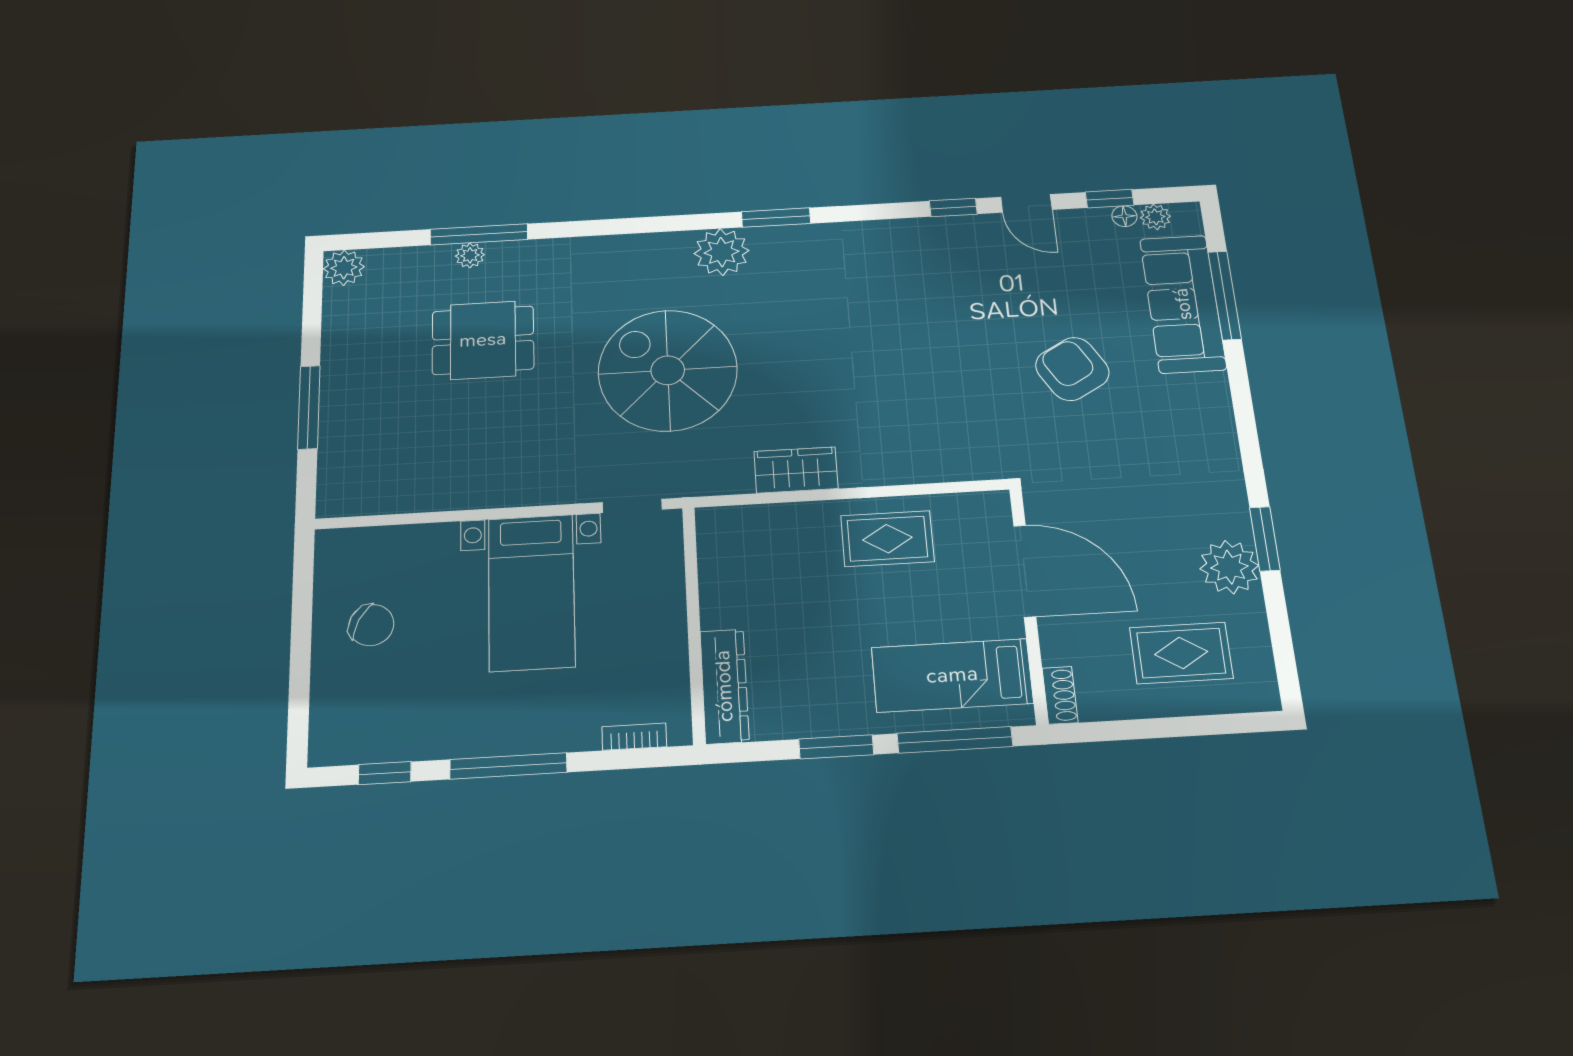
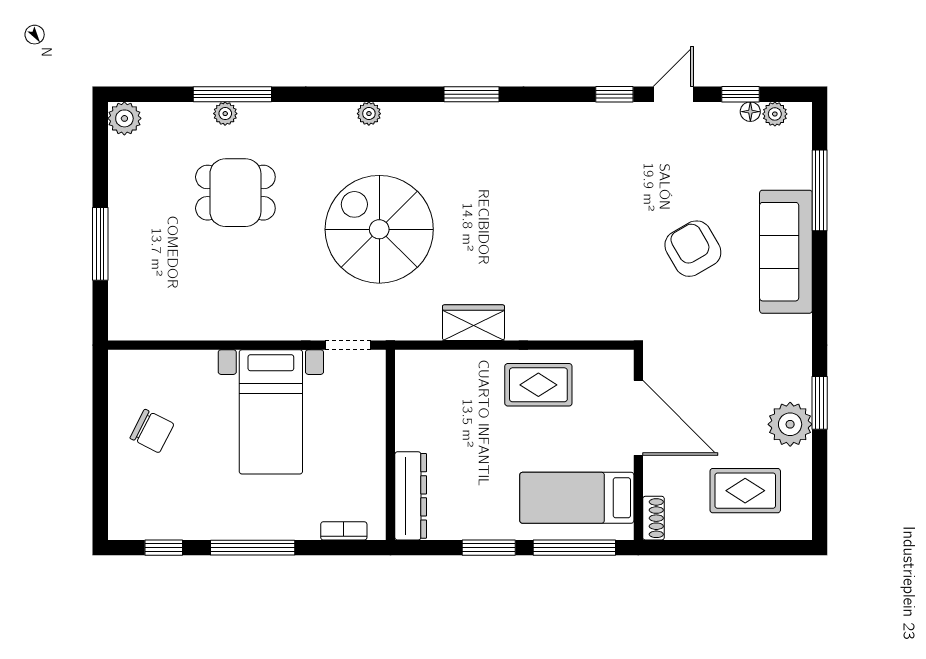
door: (1026, 203) -> (673, 94), swing flipped
plant: (722, 252) -> (369, 114), moved, width x0.53, depth x0.53
sofa: (1183, 304) -> (786, 252), moved

